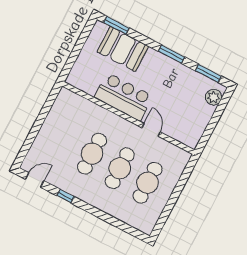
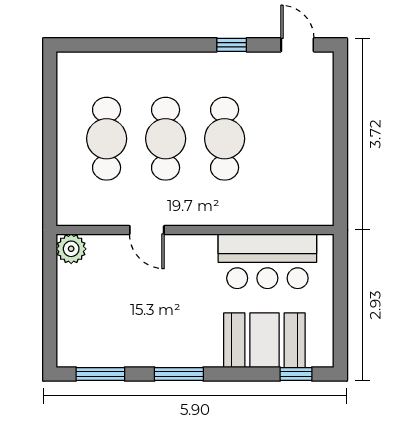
window: (116, 25) -> (296, 374), width x0.67
bar counter: (124, 97) -> (267, 261), moved
plant: (214, 97) -> (71, 249), moved
door: (35, 180) -> (297, 45), swing flipped

